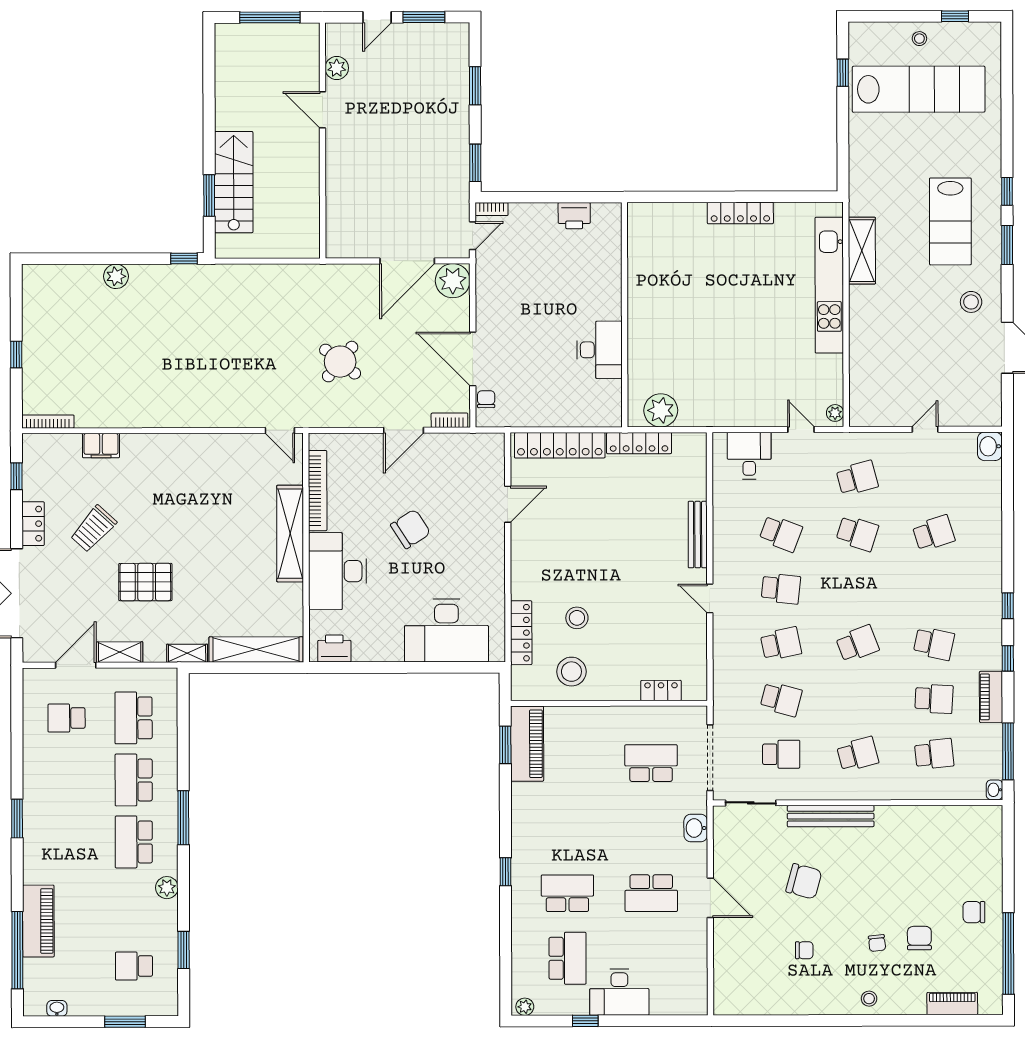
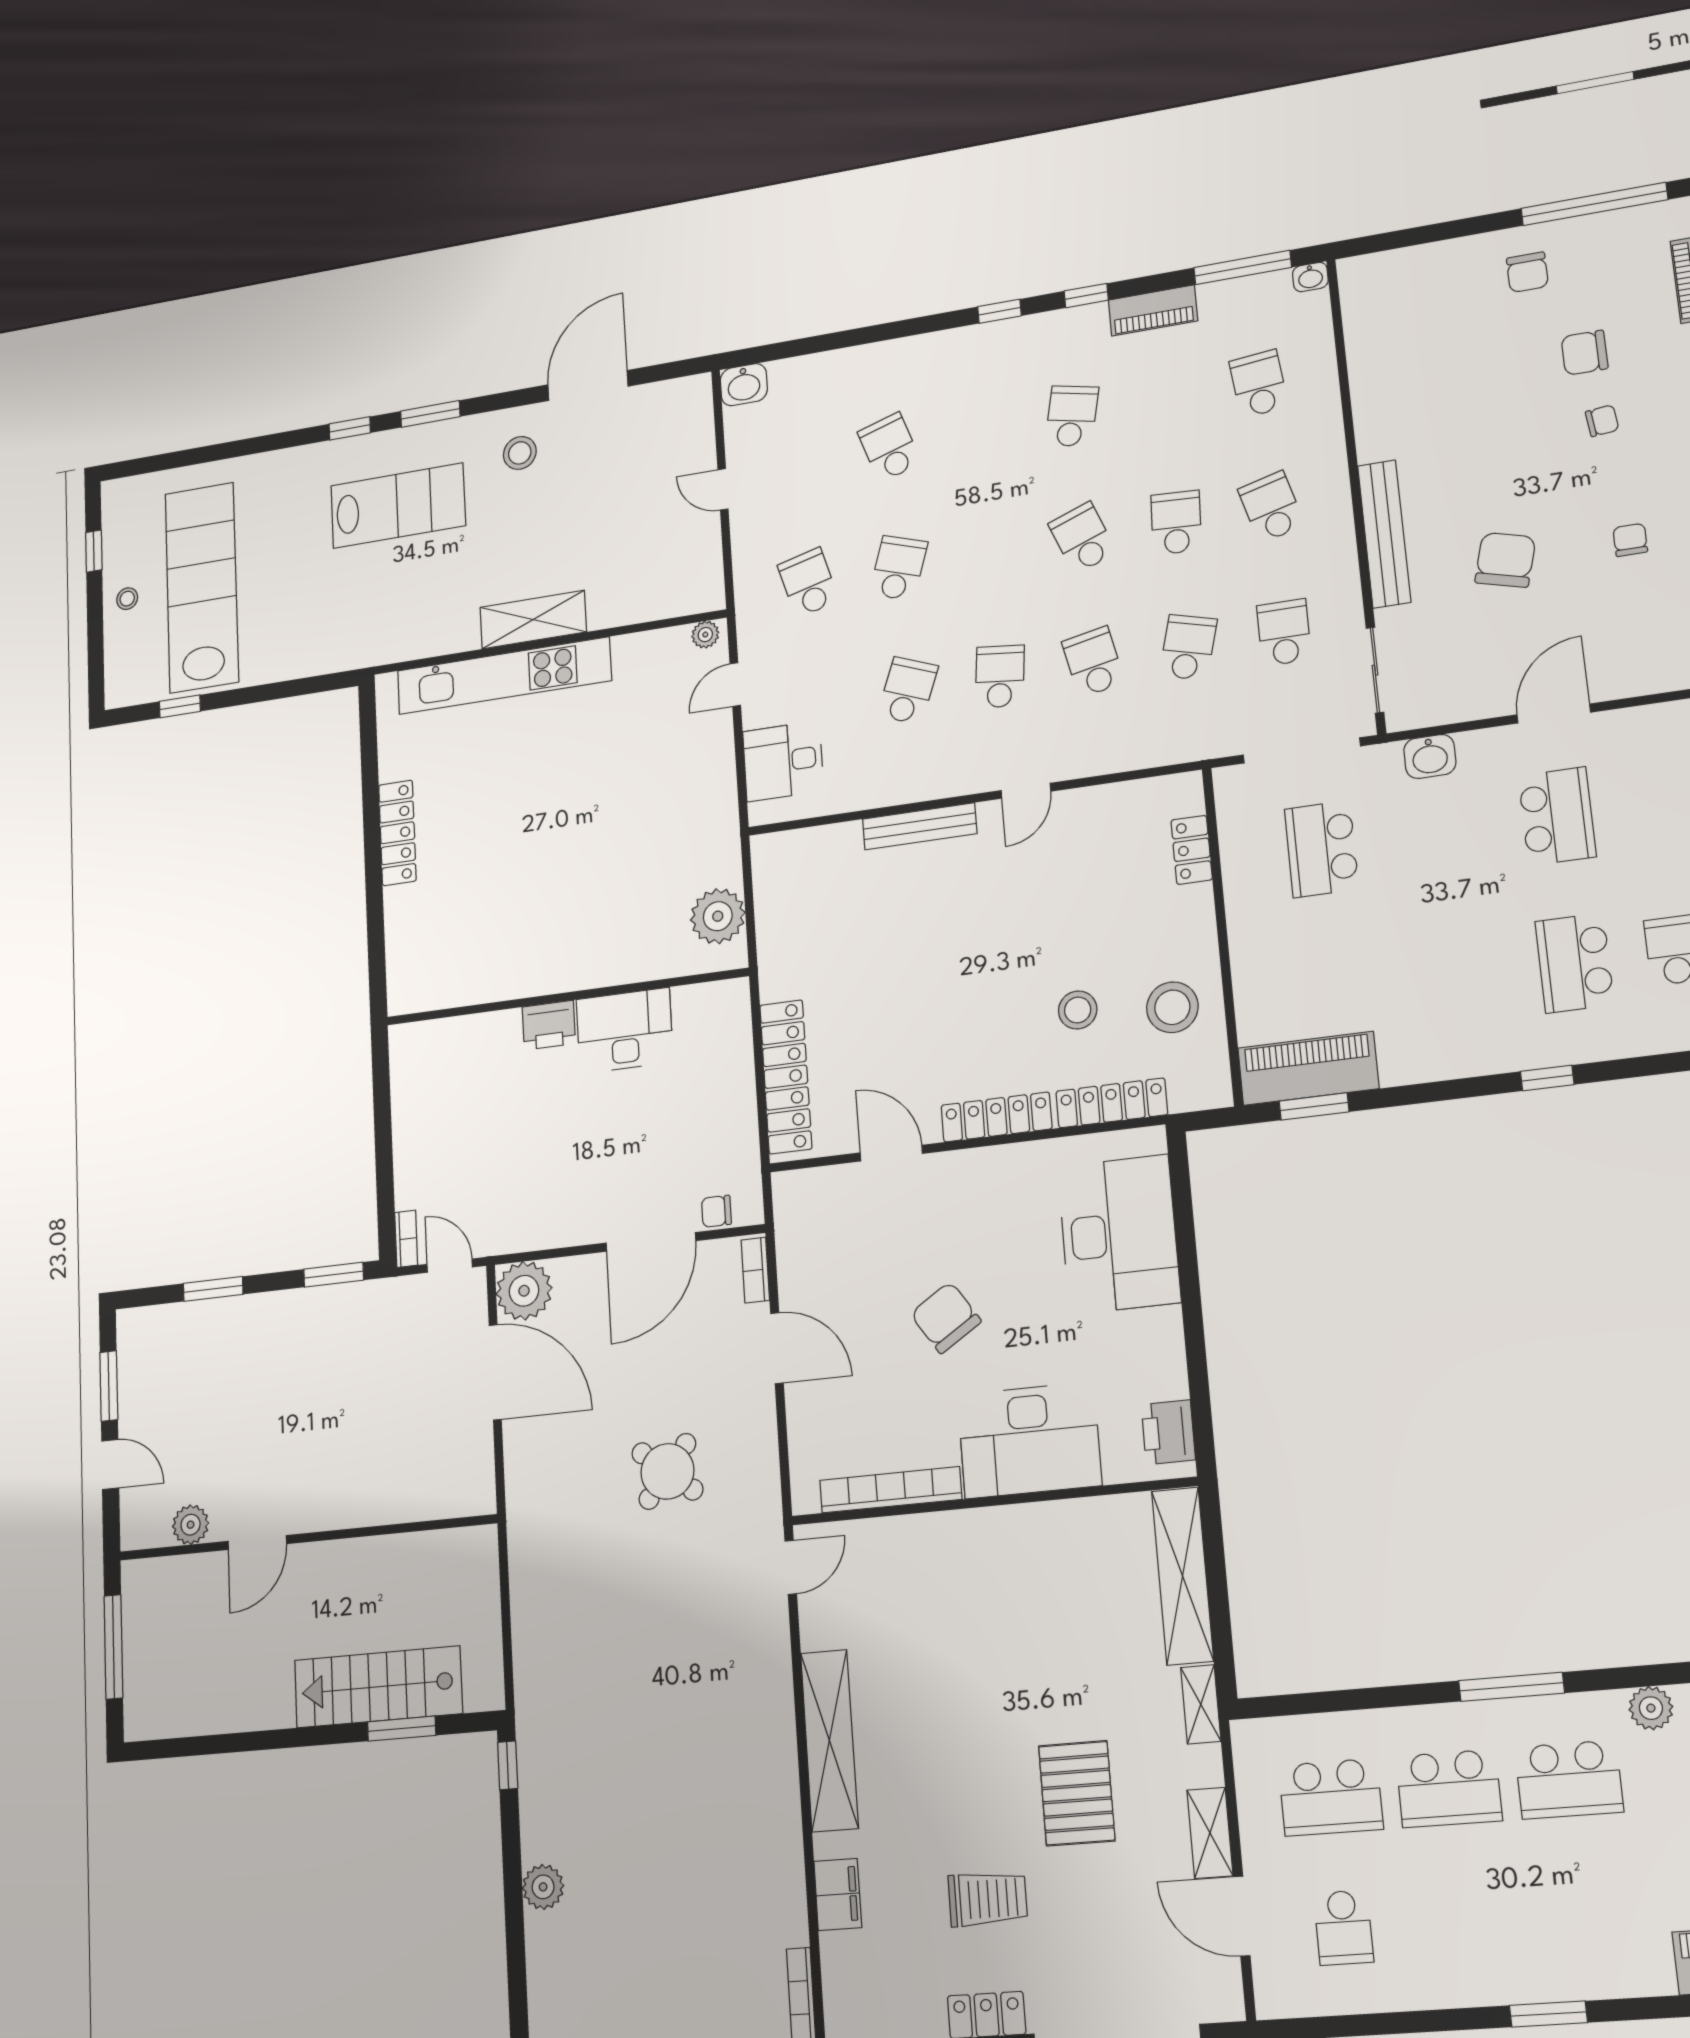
printer: (574, 216) -> (549, 1025), moved, turned 90
shelving: (862, 251) -> (533, 620), moved
locker: (639, 443) -> (996, 1117), moved, turned -90
trolley: (93, 529) -> (988, 1899), turned -42
shelving: (290, 534) -> (829, 1741), moved, turned 90
school desk: (934, 699) -> (1176, 523), moved

